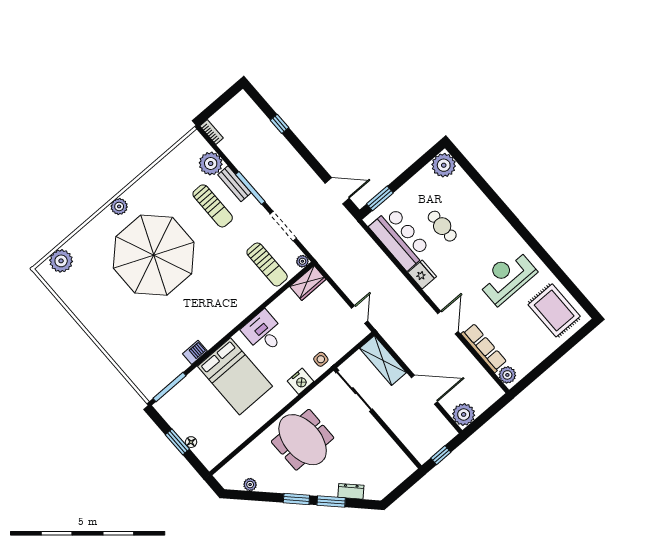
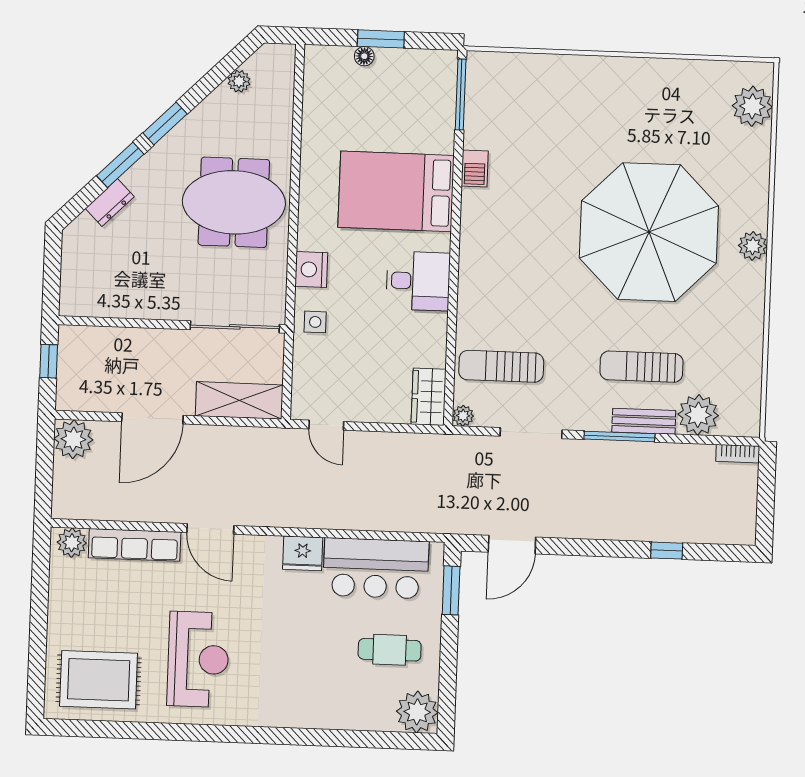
cafe table: (442, 226) -> (390, 650), moved

